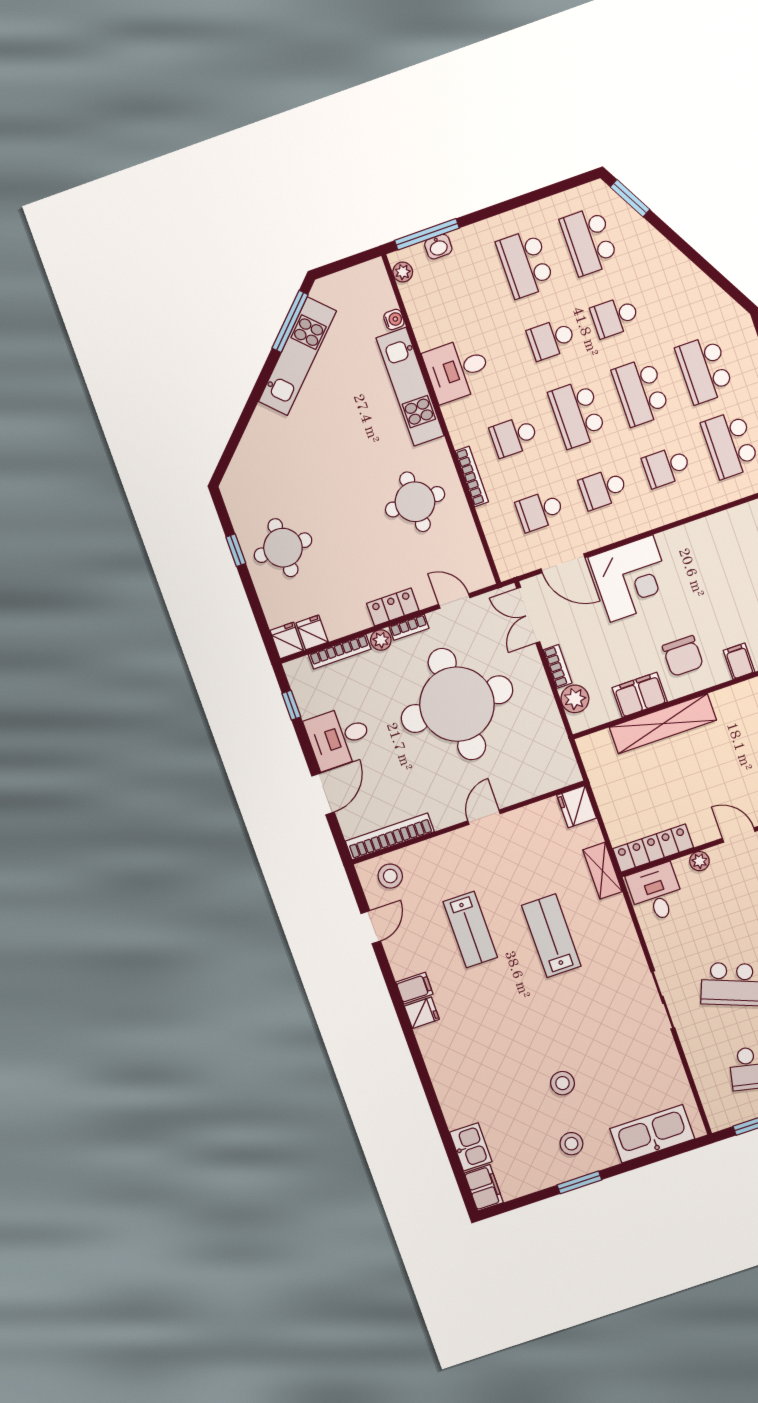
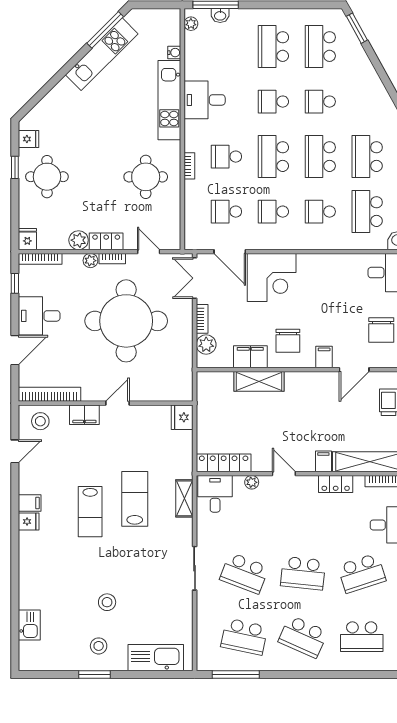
bookcase: (472, 476) -> (189, 166), width x0.64
plant: (355, 618) -> (79, 240), added
fridge: (312, 632) -> (29, 139), moved, turned 90
bookcase: (340, 652) -> (40, 259), moved
shelving: (663, 724) -> (259, 381), width x0.68
shelving: (602, 871) -> (184, 498), moved
lab bench: (470, 930) -> (90, 512), moved
filing cabinet: (484, 1188) -> (84, 415), moved, turned 90

